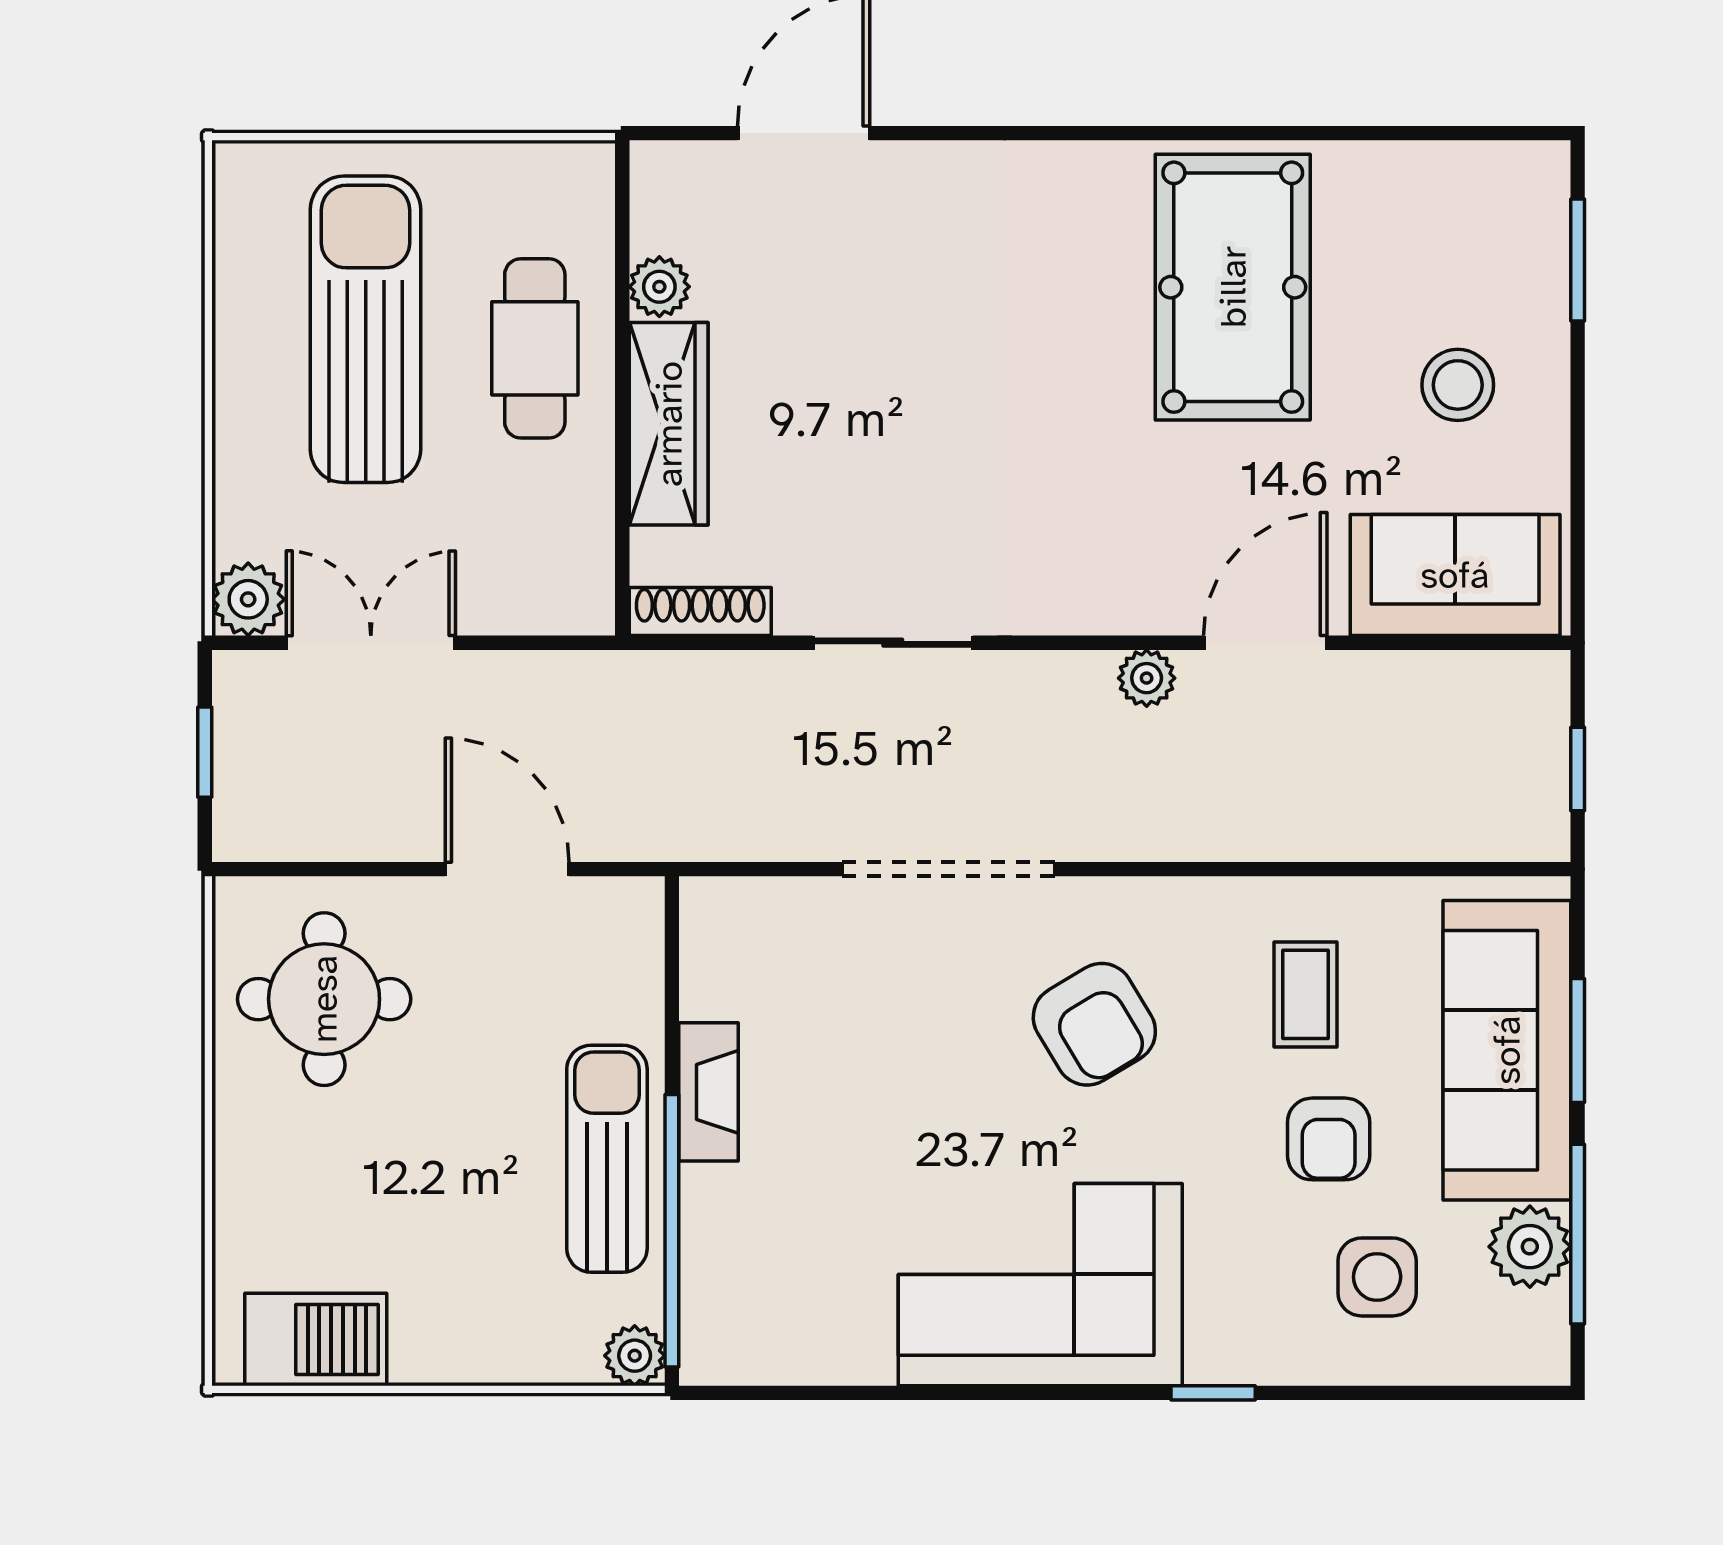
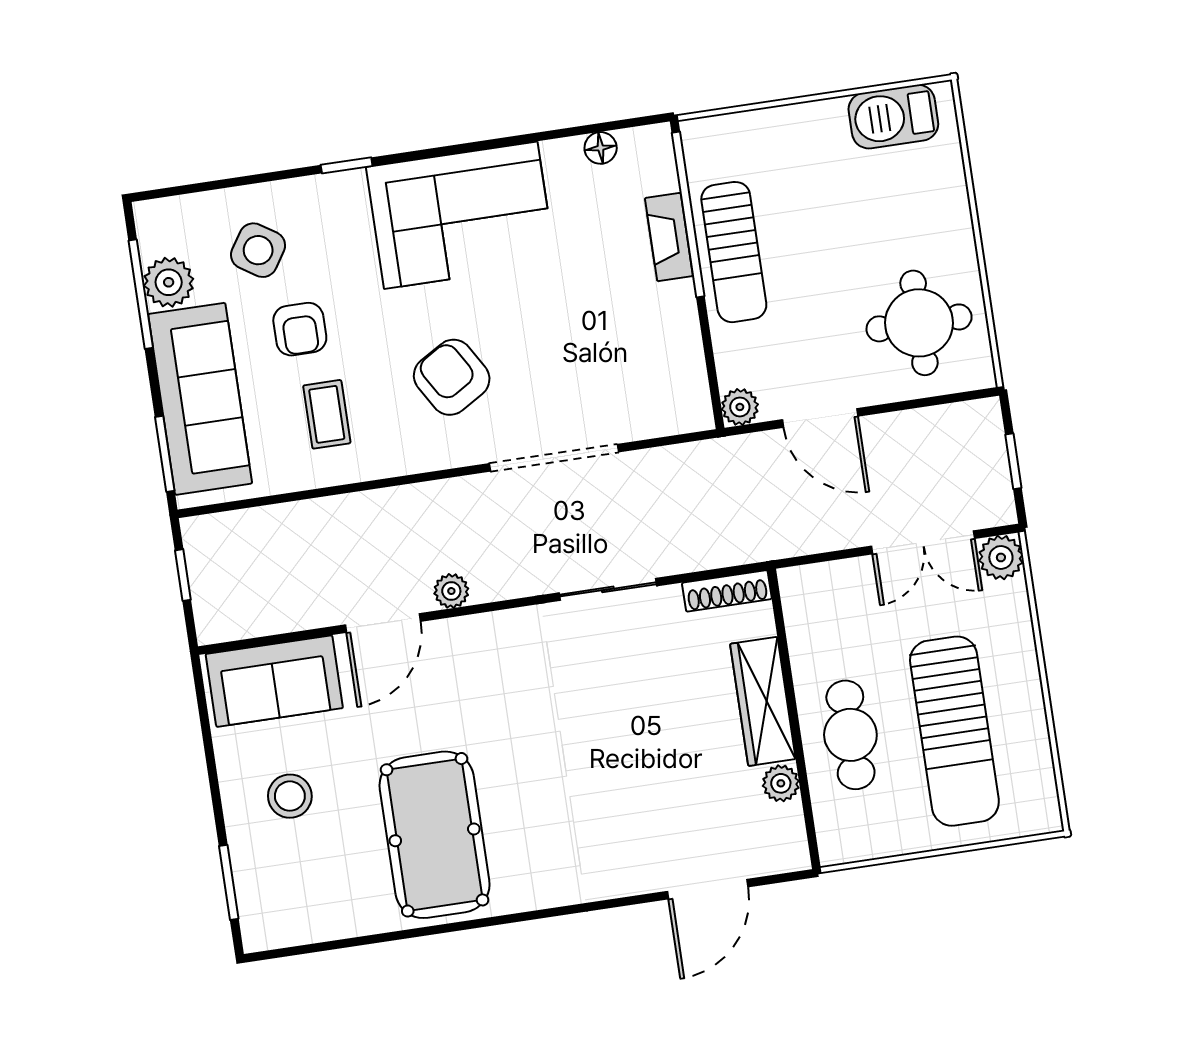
window: (1578, 1040) -> (165, 454), moved
fireplace: (708, 1092) -> (669, 237), moved
armchair: (1329, 1139) -> (300, 329), turned 180
side table: (1377, 1277) -> (258, 250), turned 33
plant: (635, 1356) -> (740, 407), moved
floor lamp: (798, 1360) -> (601, 148), added

